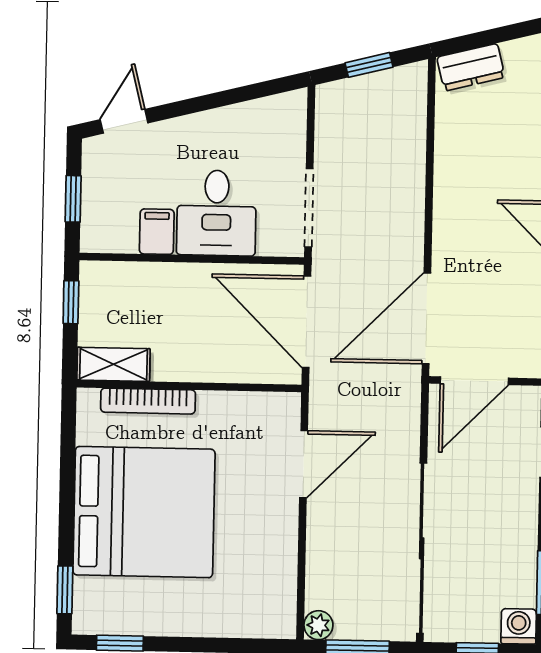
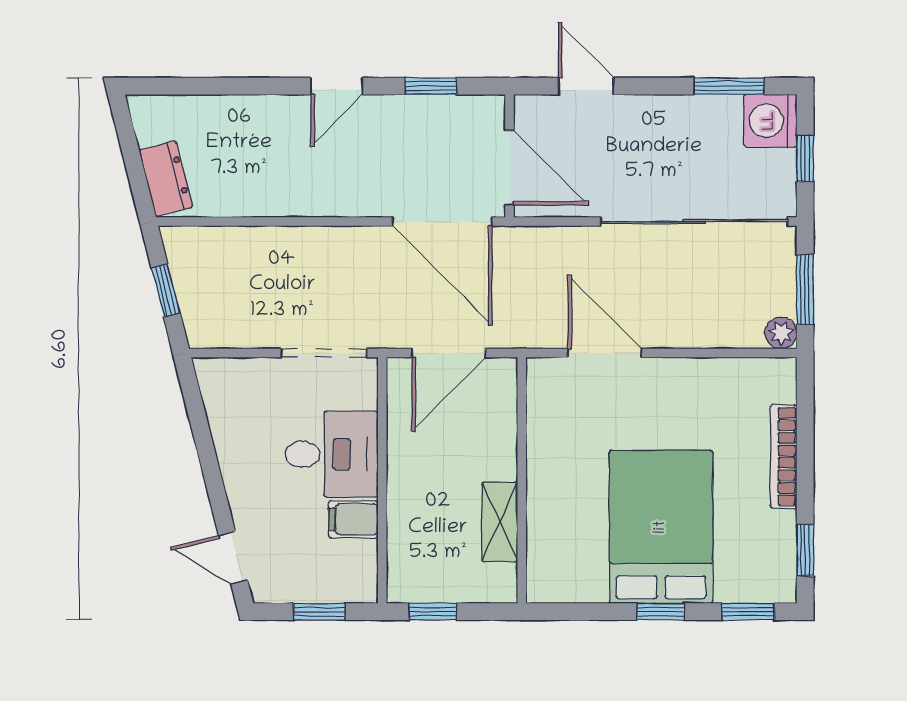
door: (307, 322) -> (449, 353), width x0.73
shelving: (114, 364) -> (500, 522), moved
bookcase: (148, 401) -> (784, 457), moved, turned 180
window: (67, 510) -> (661, 612), added
bed: (144, 512) -> (661, 527), width x0.73
washing machine: (519, 626) -> (770, 121), width x1.38, depth x1.38

